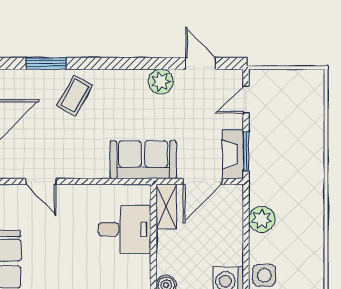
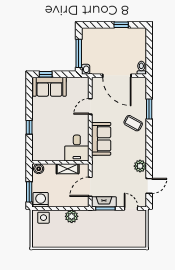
sofa: (143, 160) -> (101, 139), moved
door: (202, 182) -> (90, 187), hinge flipped
shelving: (166, 207) -> (68, 169), moved
desk: (125, 229) -> (77, 148), moved

